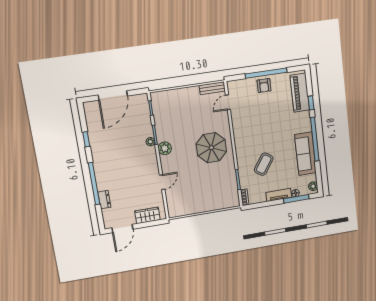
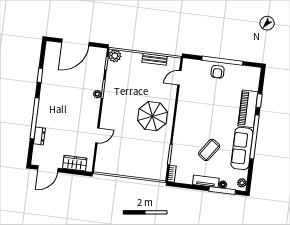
bench: (212, 88) -> (155, 59), moved
piano: (300, 93) -> (248, 109), moved
plant: (165, 148) -> (115, 56), moved
coffee table: (264, 164) -> (209, 150), moved

